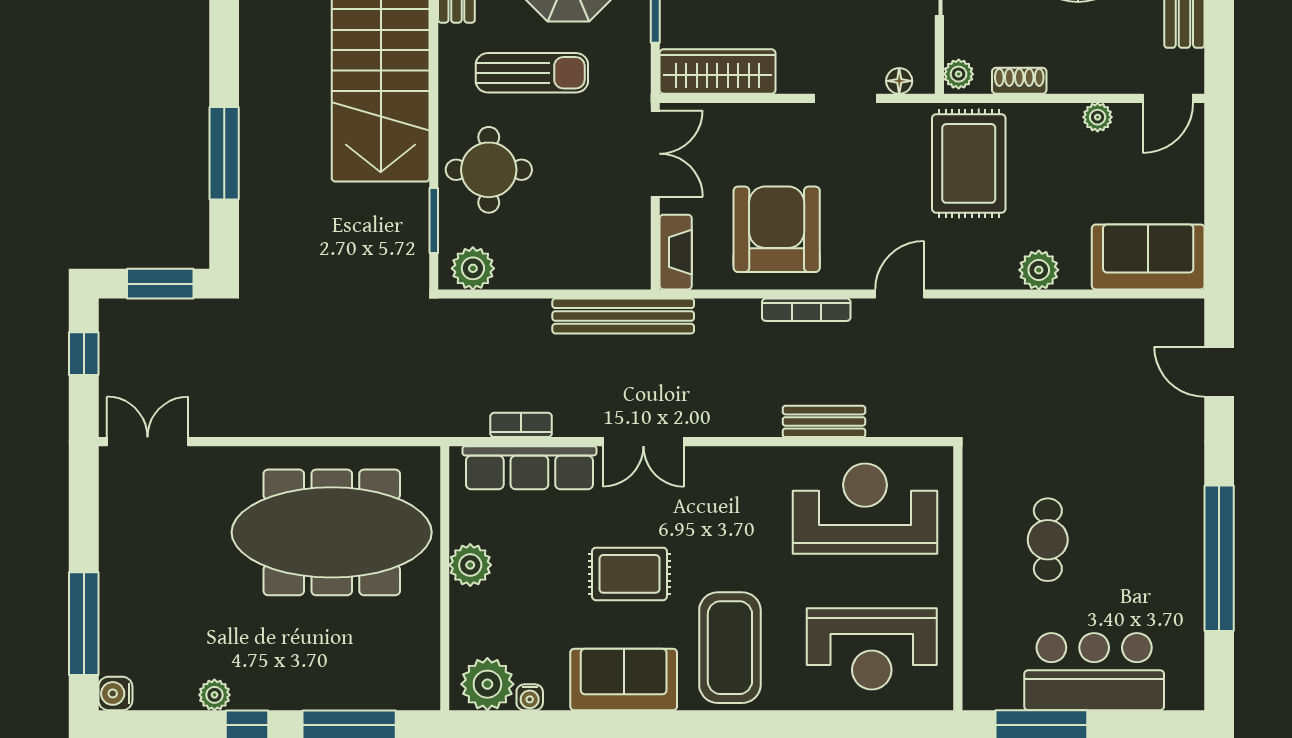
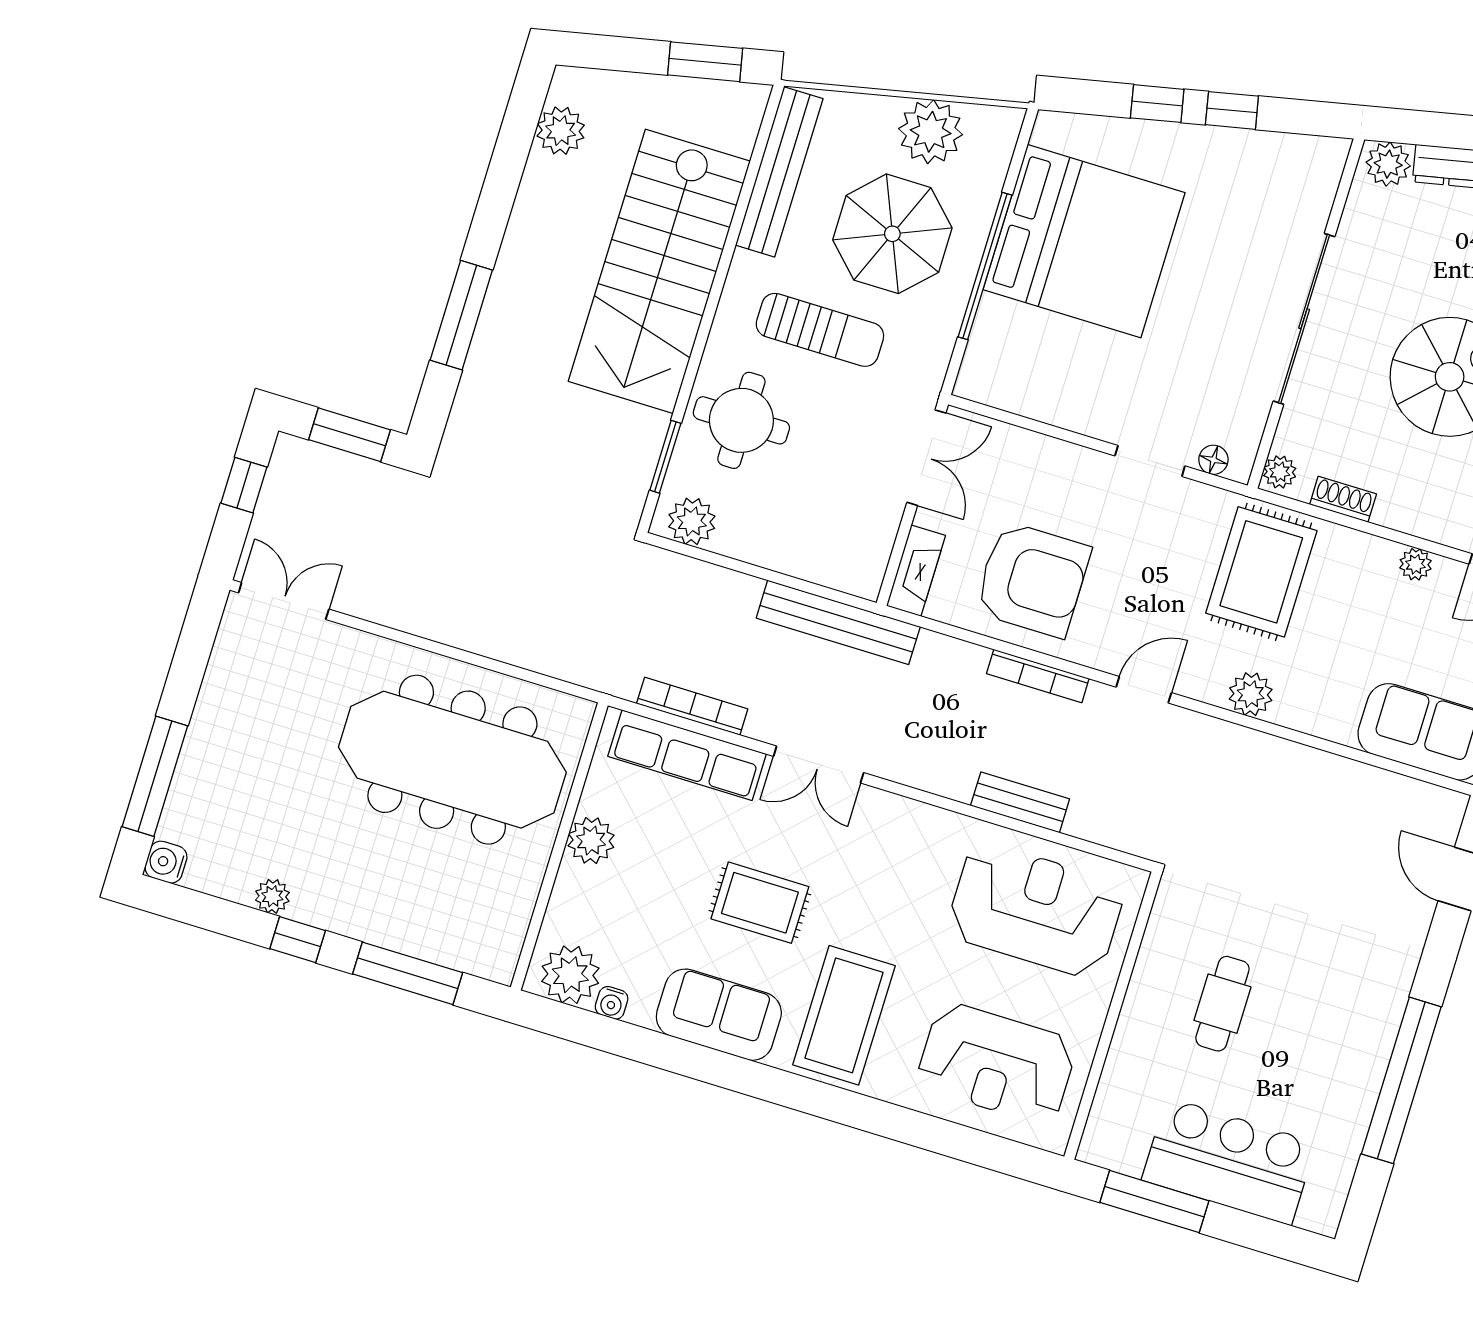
wardrobe: (717, 72) -> (1021, 390), removed
armchair: (777, 229) -> (1032, 579), turned 90
plant: (1039, 270) -> (1251, 694), moved
bookcase: (521, 425) -> (692, 706), width x1.56

